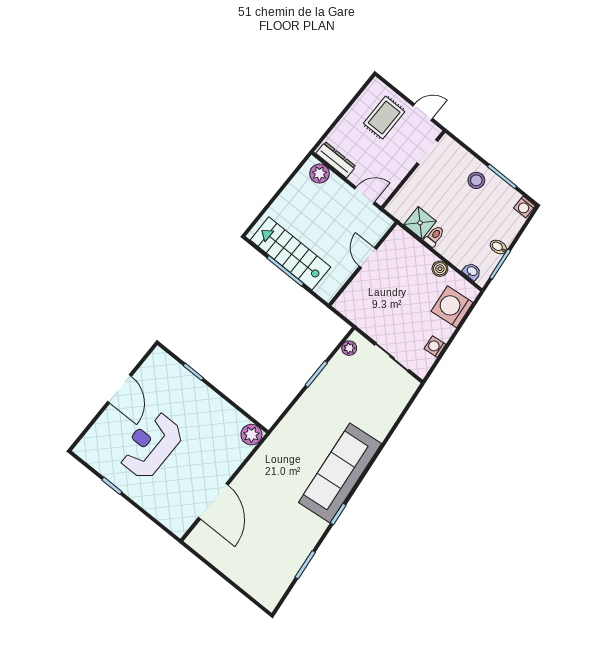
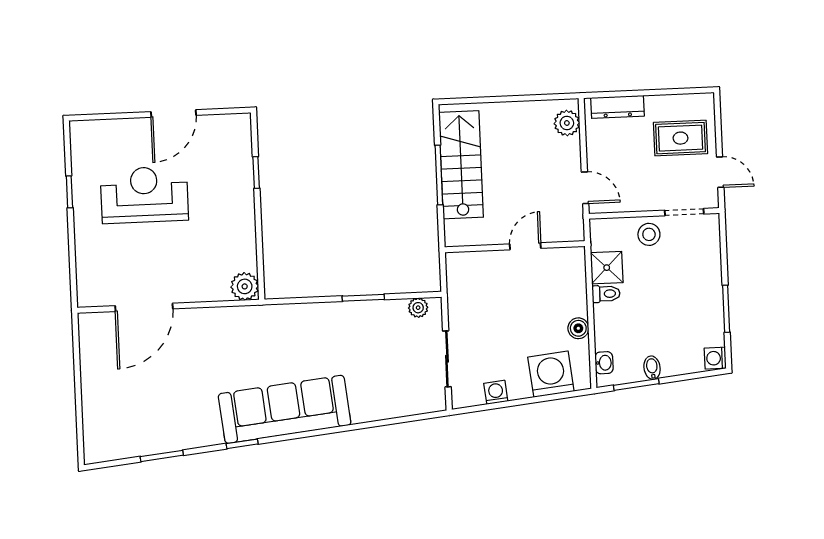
dresser: (336, 160) -> (617, 107), moved, turned 90
stool: (476, 180) -> (649, 234), moved

